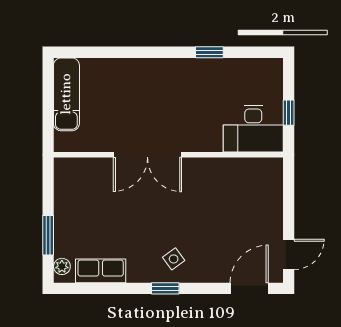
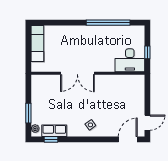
window: (209, 52) -> (108, 23), width x3.17
window: (165, 288) -> (51, 139), moved

